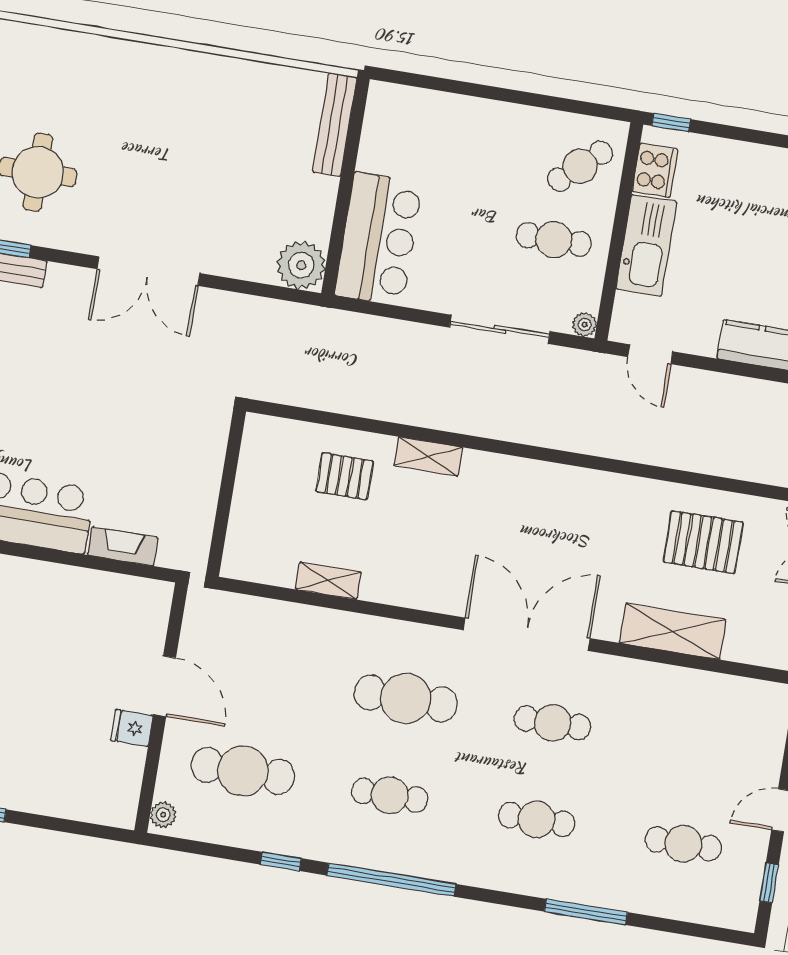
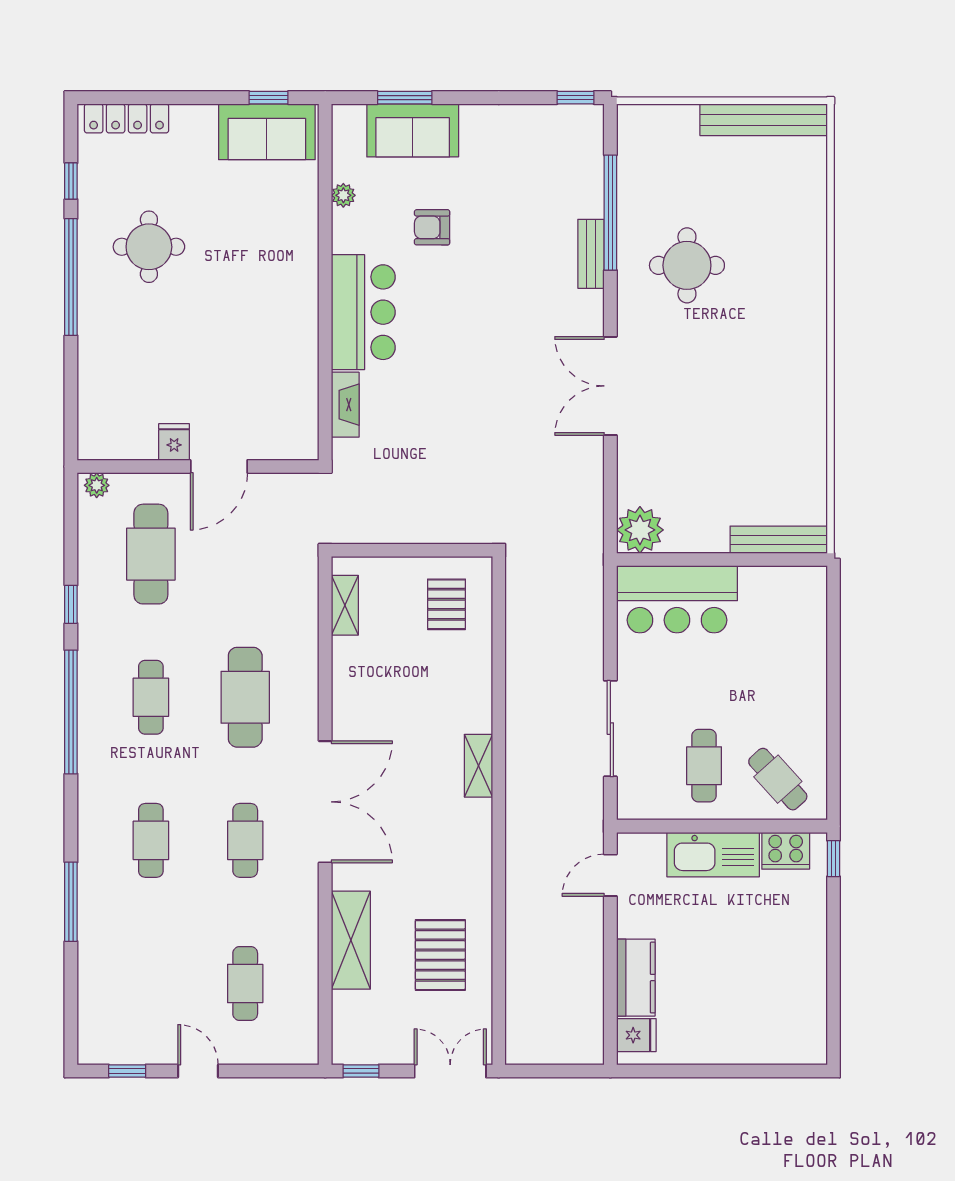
plant: (585, 324) -> (628, 808), removed
shelving: (428, 456) -> (478, 766), moved
wall: (226, 493) -> (412, 550), moved
cafe table: (683, 844) -> (245, 984), moved

